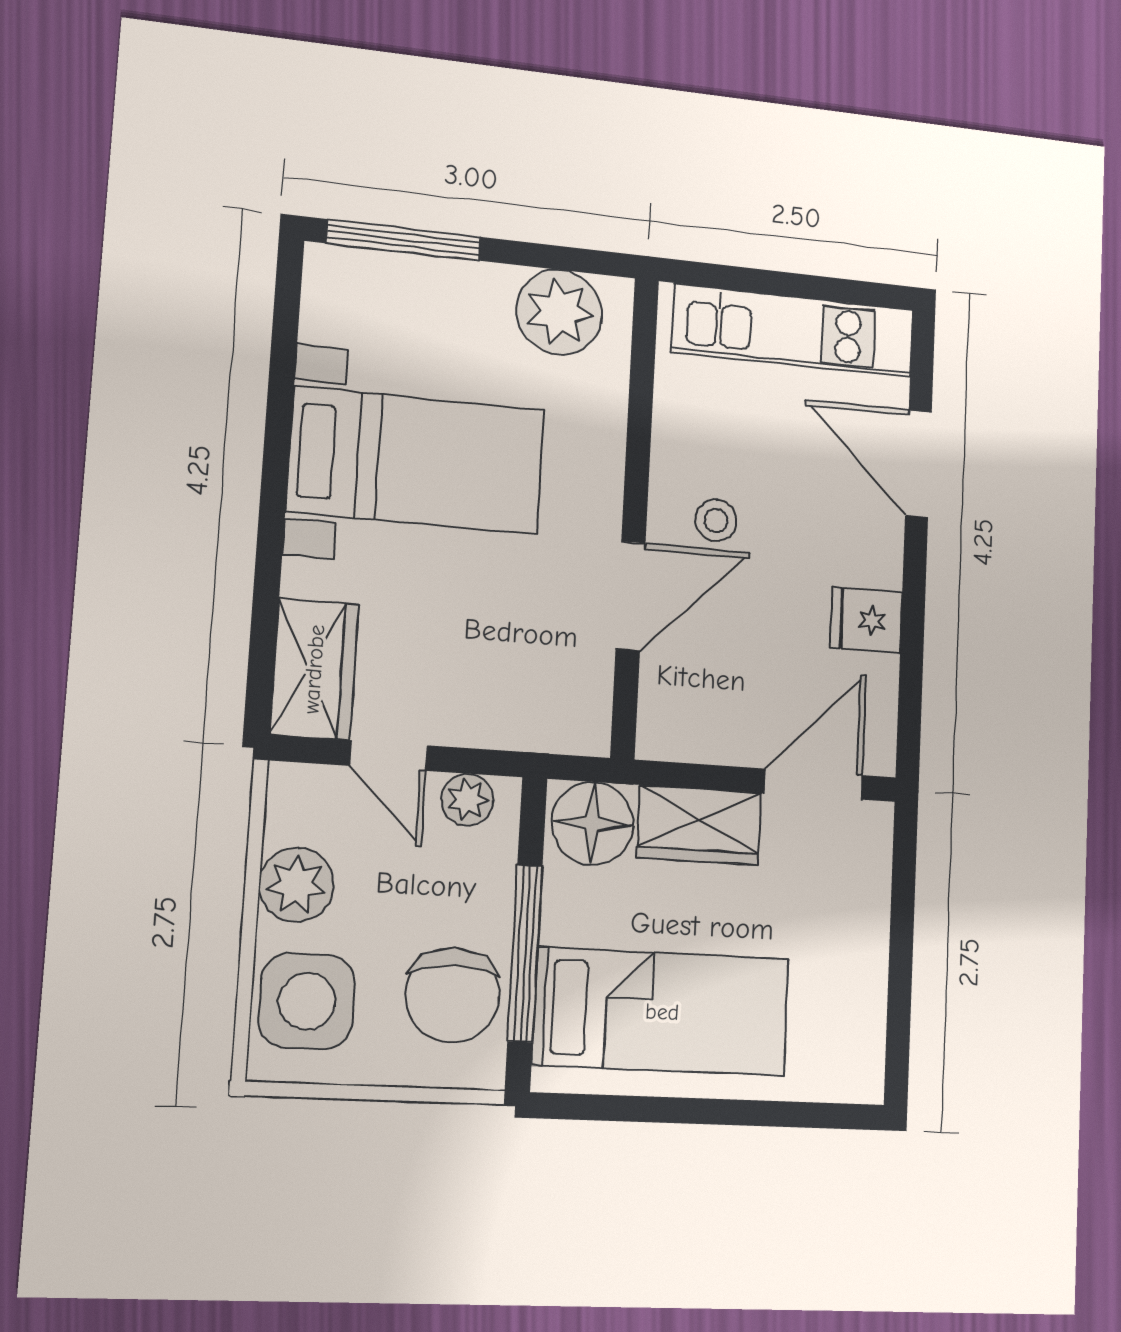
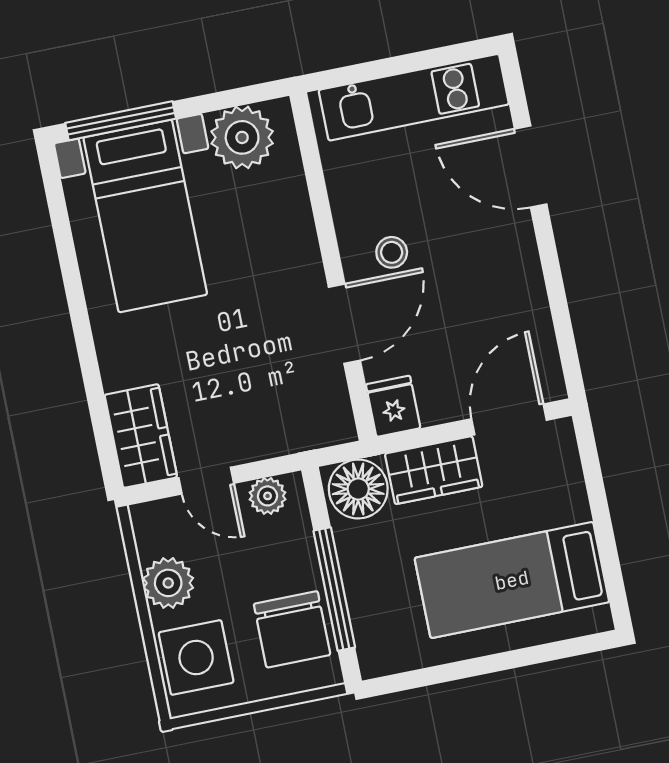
bed with nightstands: (416, 461) -> (145, 216), moved, turned 90
fridge: (866, 620) -> (393, 406), moved, turned 90
bed: (662, 1012) -> (512, 580), moved, turned 180

